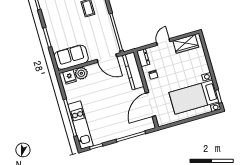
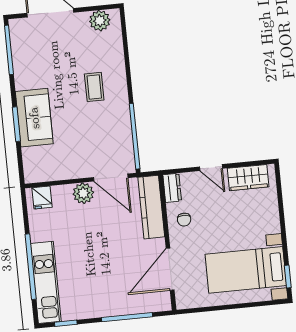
door: (163, 42) -> (211, 168), swing flipped
sofa: (71, 57) -> (34, 118), moved, turned 90
plant: (81, 73) -> (83, 193), moved

